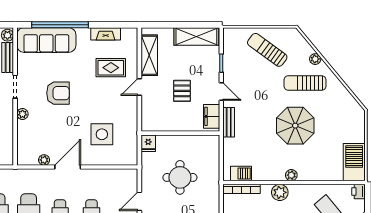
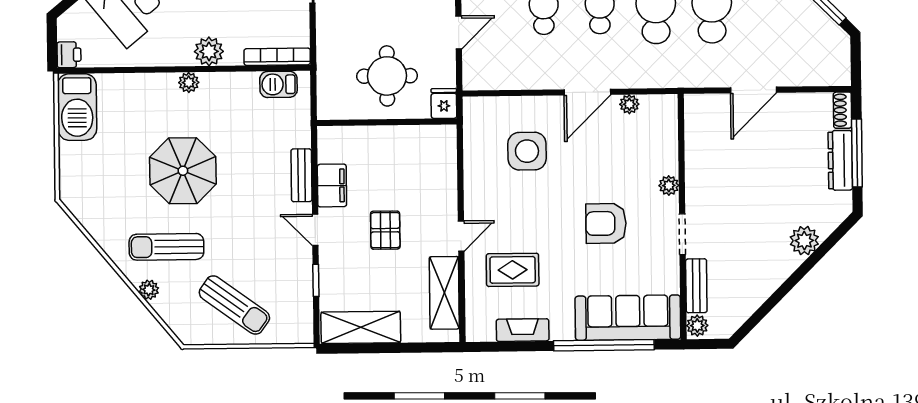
sun lounger: (305, 83) -> (166, 247), turned 180
wall: (180, 133) -> (387, 122), moved
fridge: (148, 143) -> (444, 103), moved

